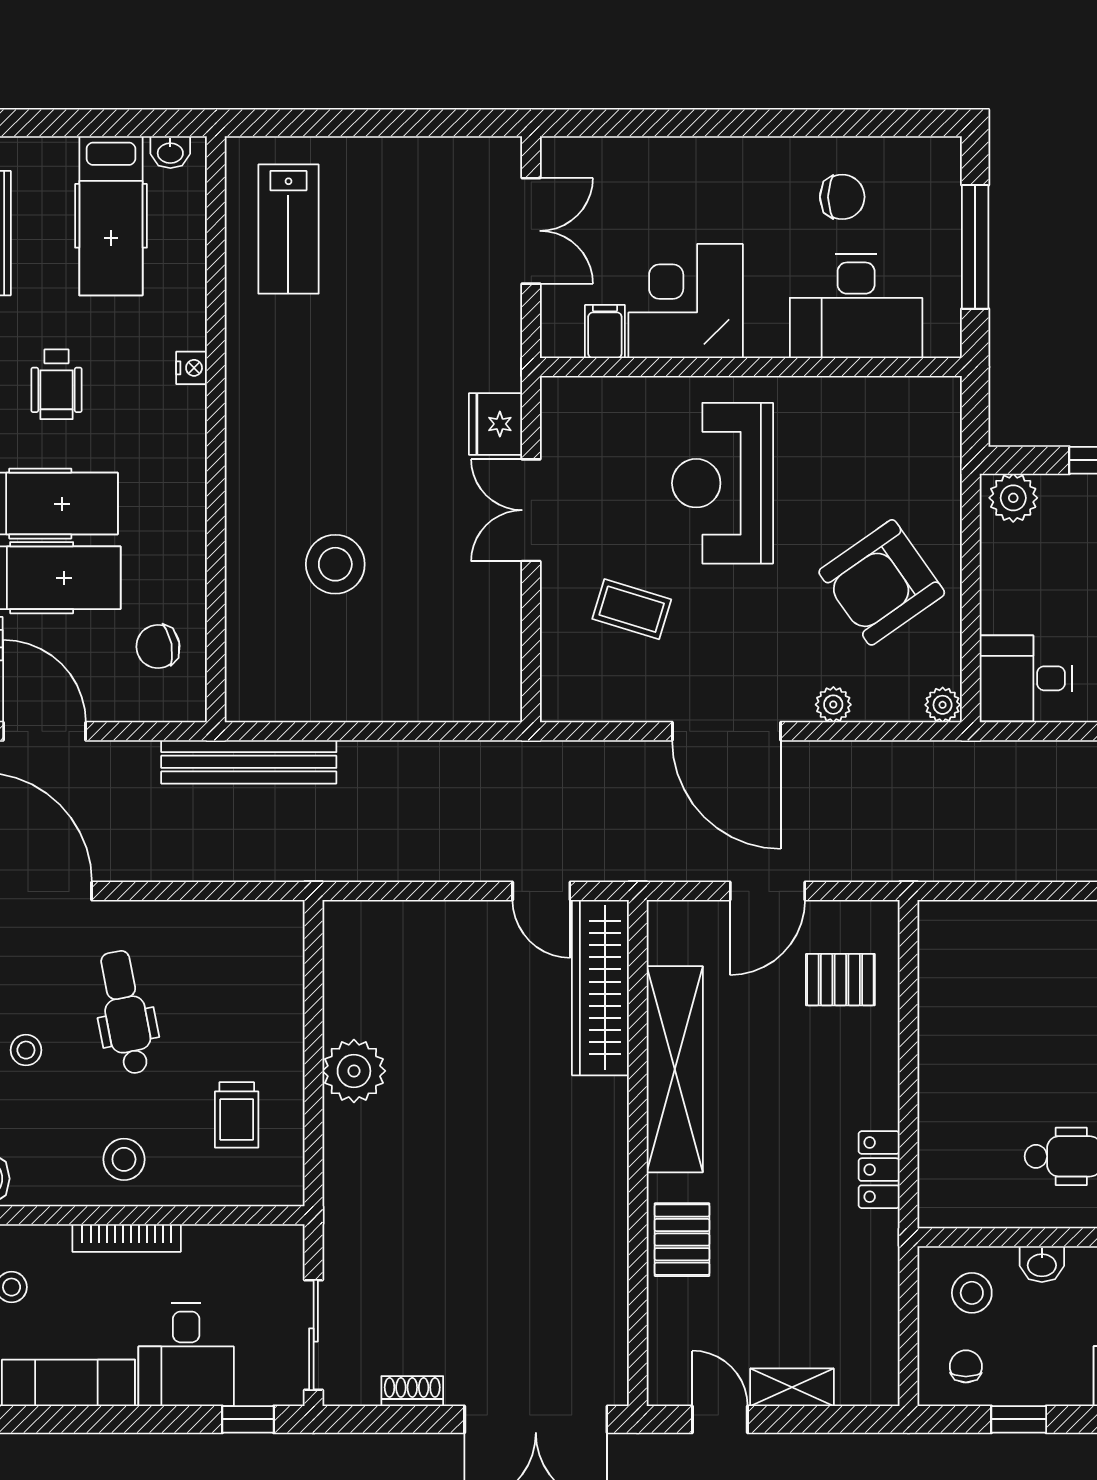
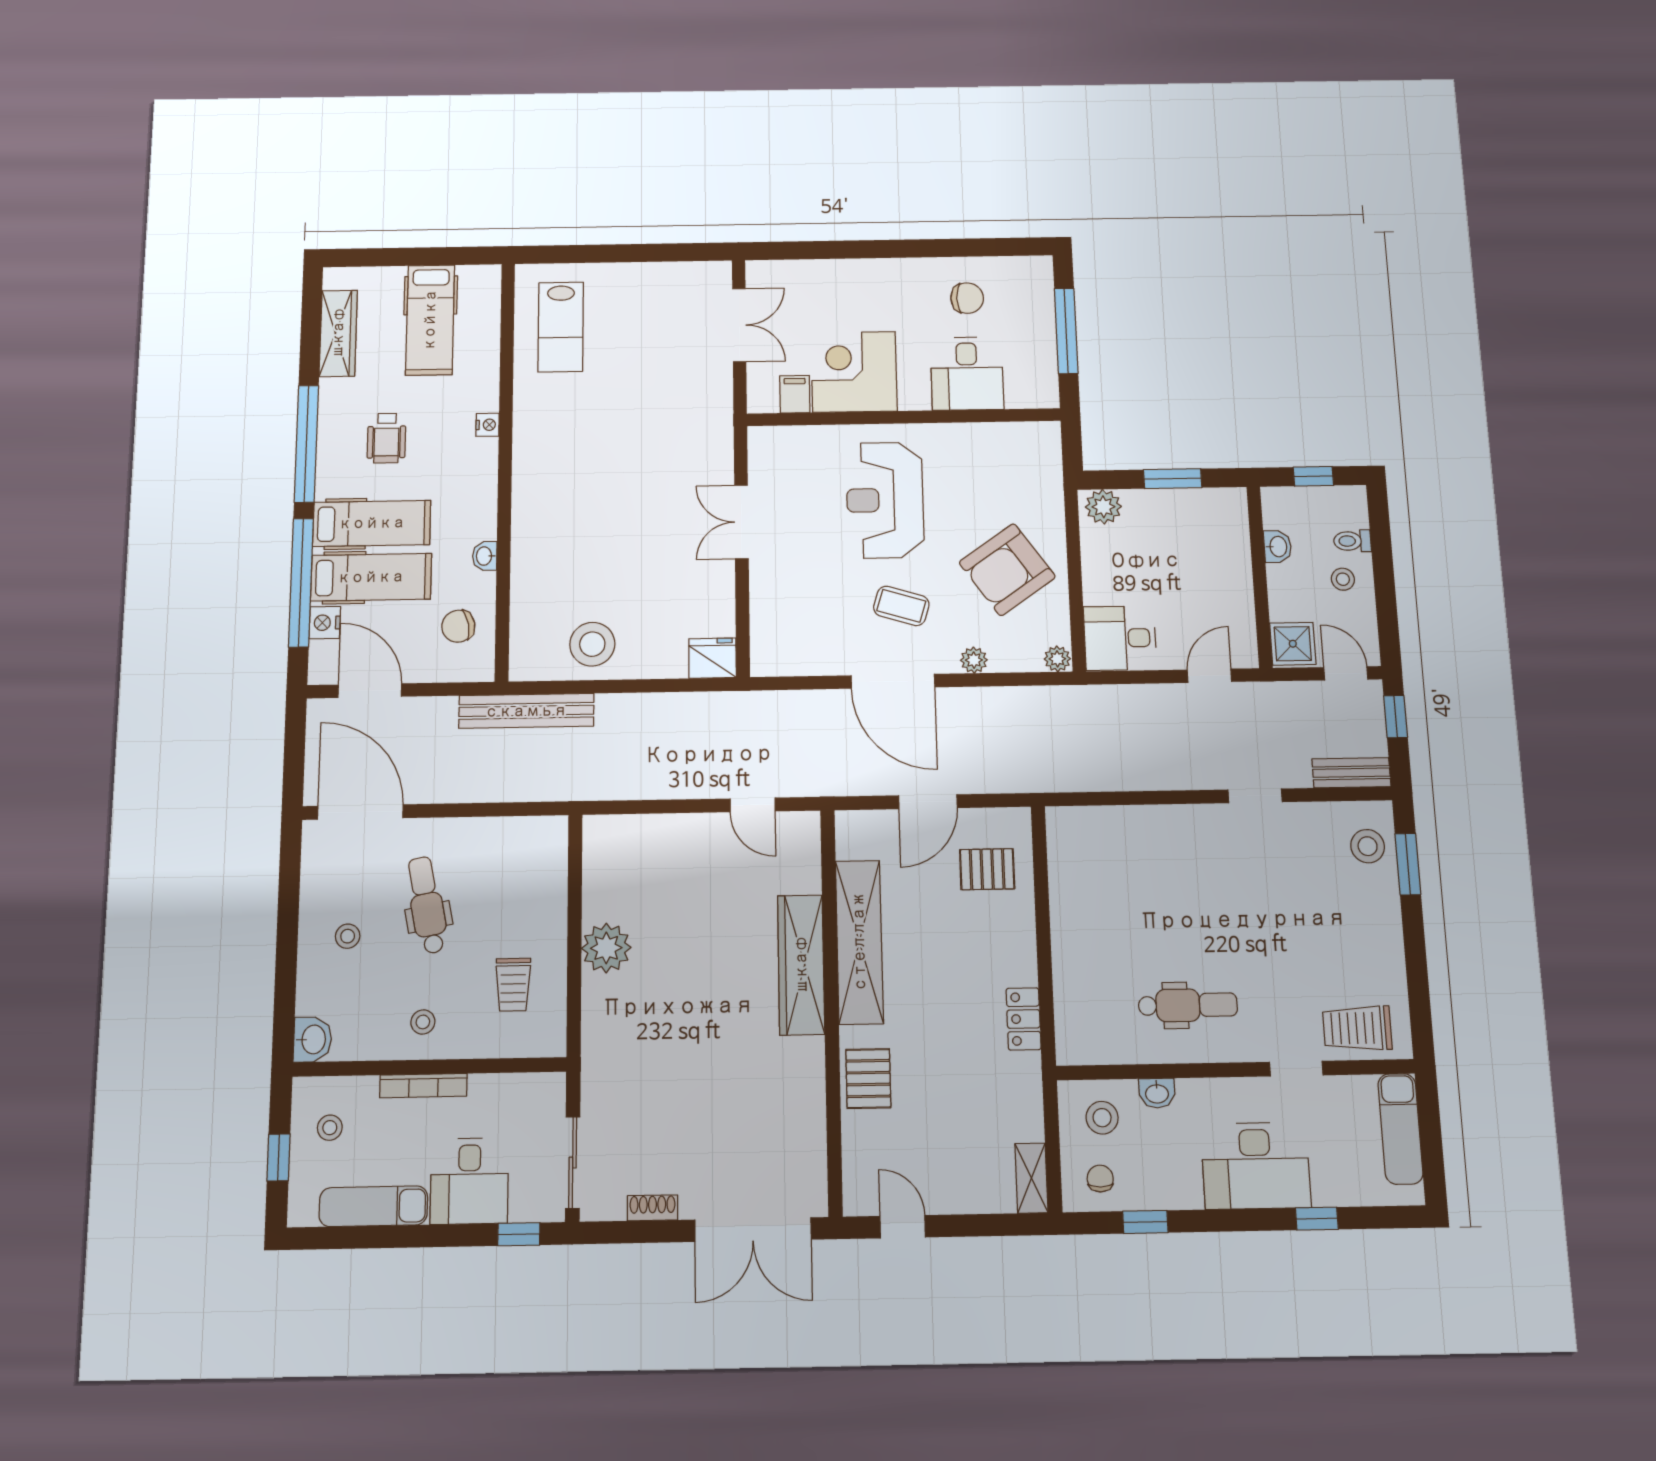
washbasin: (170, 152) -> (485, 556), moved, turned 90
desk: (856, 306) -> (967, 373), width x0.73
fridge: (496, 424) -> (712, 658), moved, turned 90
stool: (335, 564) -> (592, 644), moved
coffee table: (632, 609) -> (901, 606), moved
wardrobe: (600, 988) -> (801, 965), moved
stool: (124, 1159) -> (423, 1022), width x0.73, depth x0.73
shelving: (792, 1387) -> (1031, 1178), moved, turned 90

